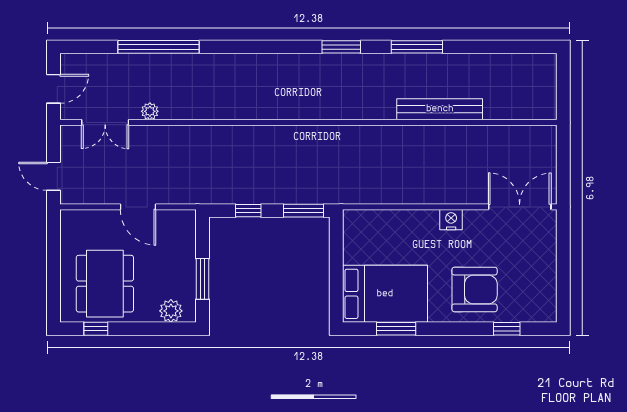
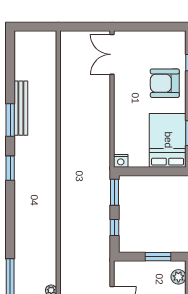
bench: (440, 109) -> (21, 108), moved
nightstand: (451, 220) -> (121, 161), moved, turned -90
armchair: (475, 289) -> (165, 83), turned -90

